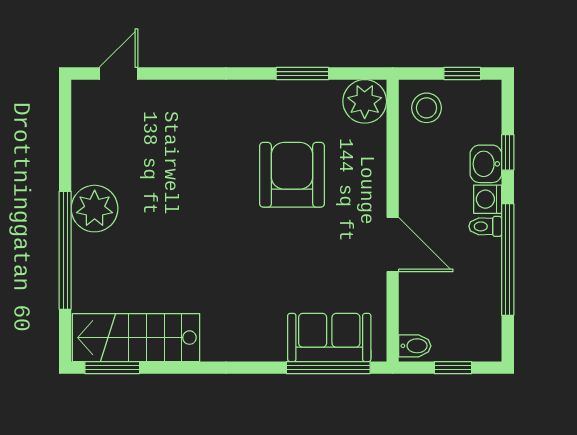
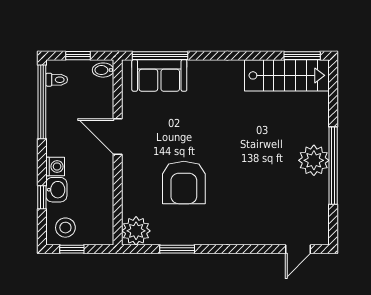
stool: (427, 108) -> (65, 228), moved
toilet: (485, 226) -> (57, 80), moved
window: (65, 250) -> (333, 166), moved
window: (508, 259) -> (42, 102), moved

